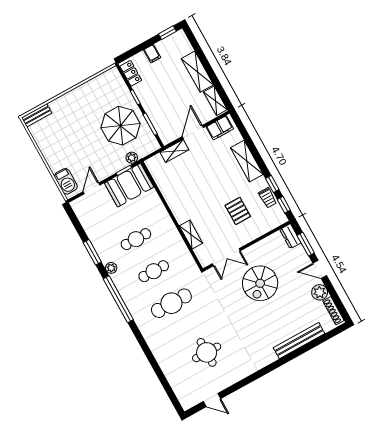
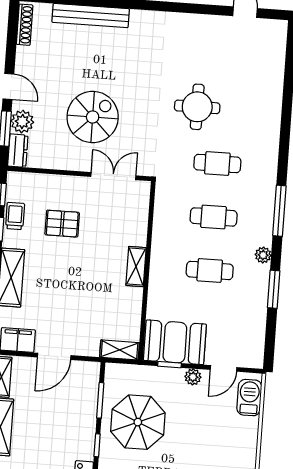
shelving: (174, 151) -> (119, 350), moved
plant: (132, 158) -> (193, 377), moved
pallet: (238, 211) -> (62, 224), turned 90
shelving: (191, 235) -> (136, 267), moved
plant: (320, 292) -> (22, 122), moved
window: (118, 299) -> (279, 211), width x0.68
cafe table: (171, 303) -> (217, 164), width x0.73, depth x0.74
round table: (207, 352) -> (197, 107), moved

